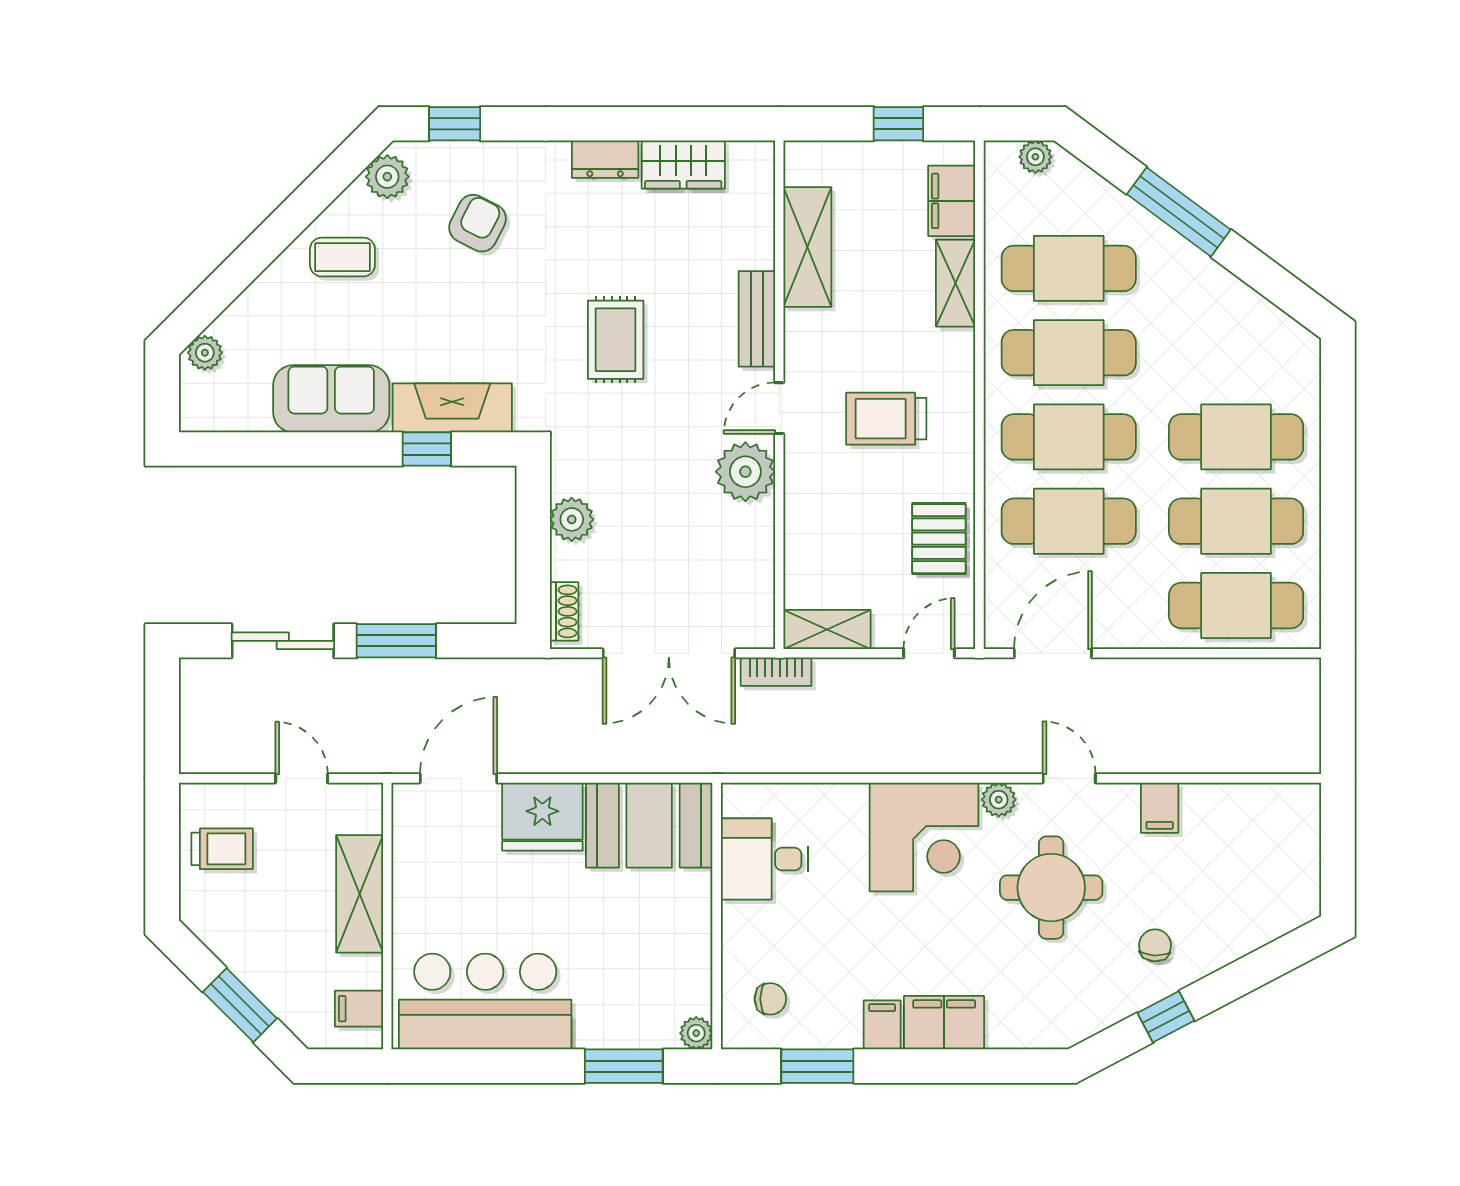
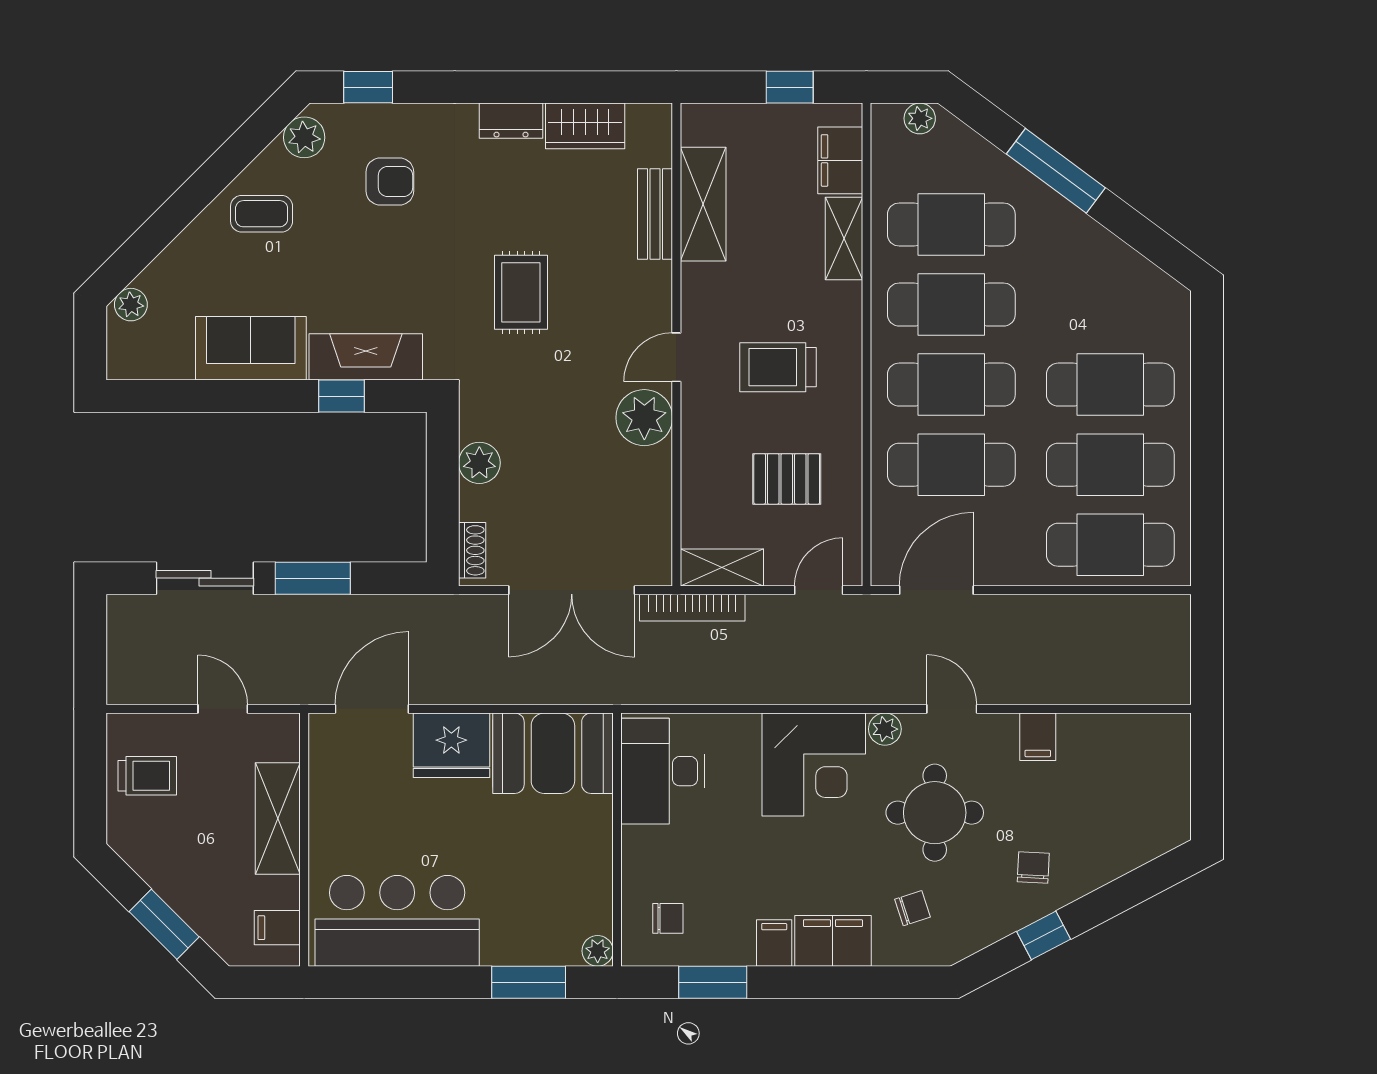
armchair: (478, 223) -> (390, 181), turned 63
bench: (757, 319) -> (655, 214), moved
pallet: (939, 539) -> (787, 479), moved, turned 90
bookcase: (776, 672) -> (692, 608), width x1.56
desk: (765, 859) -> (663, 771), width x1.37
chair: (1028, 988) -> (913, 908), added

